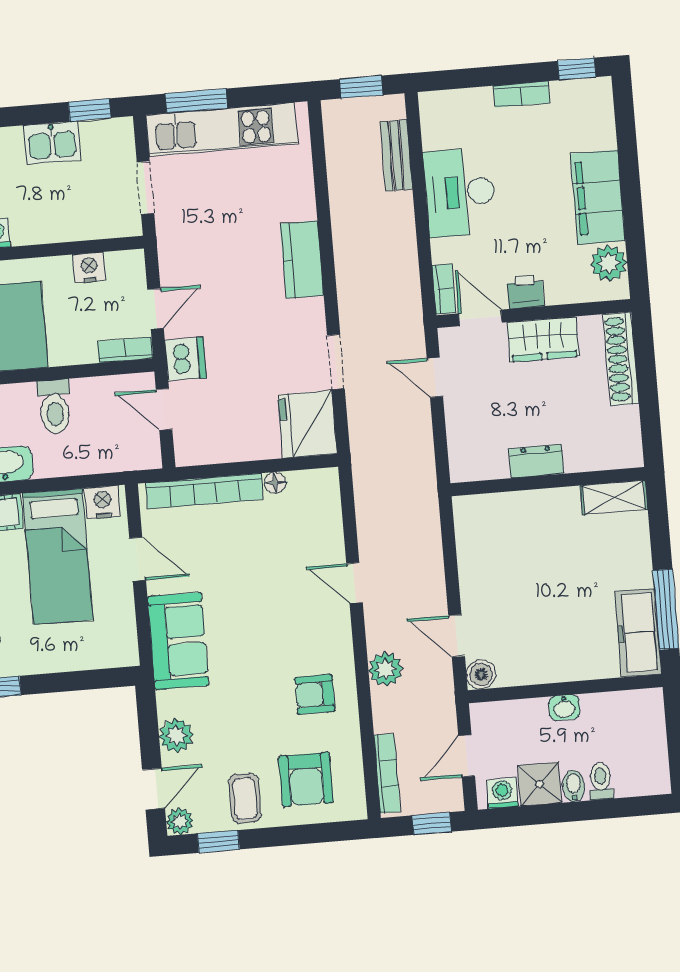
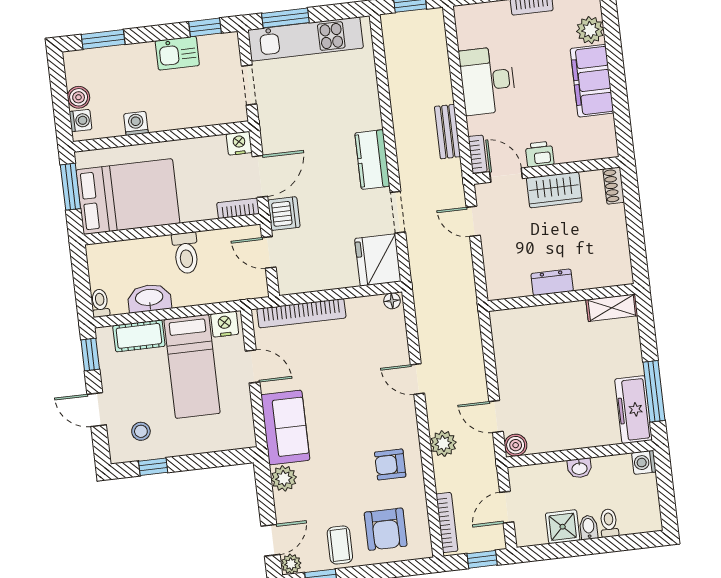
bench: (396, 155) -> (447, 132), moved
kitchen counter: (302, 260) -> (372, 160), moved
plant: (609, 263) -> (590, 30), moved
nightstand: (89, 268) -> (239, 143), moved
door: (156, 309) -> (260, 176), width x1.38
shoe rack: (621, 359) -> (614, 186), width x0.51, depth x0.81
floor lamp: (275, 483) -> (392, 301), moved
plant: (176, 735) -> (284, 478), moved
washing machine: (502, 793) -> (644, 462), moved, turned -90

